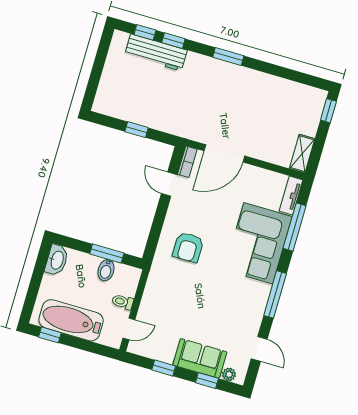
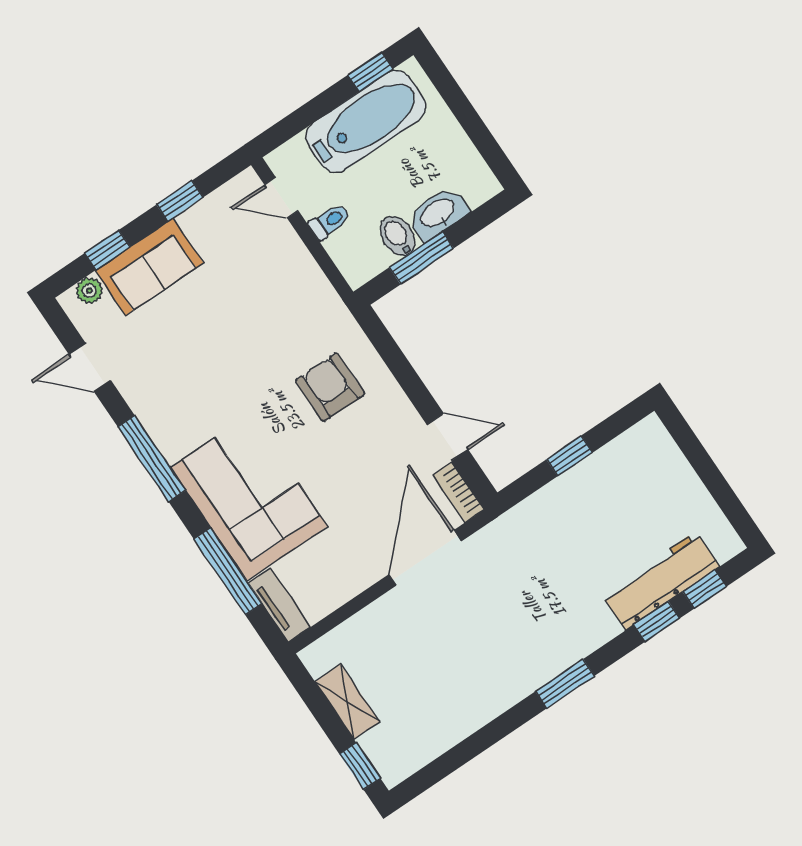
shelving: (302, 154) -> (347, 702), moved
washbasin: (57, 260) -> (438, 213), moved, turned 90
door: (129, 329) -> (281, 198), hinge flipped

